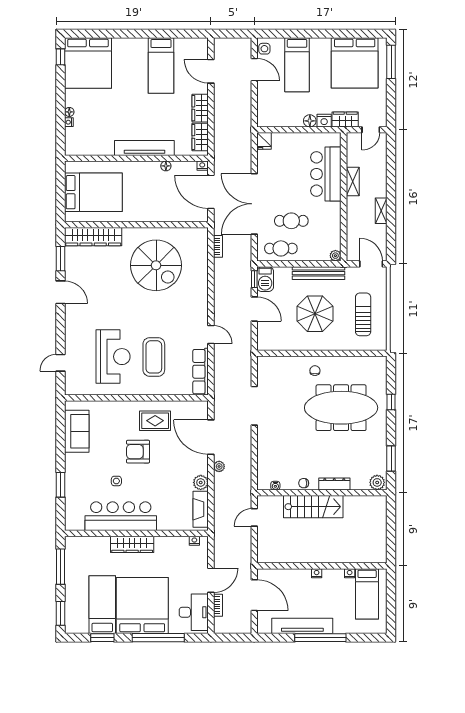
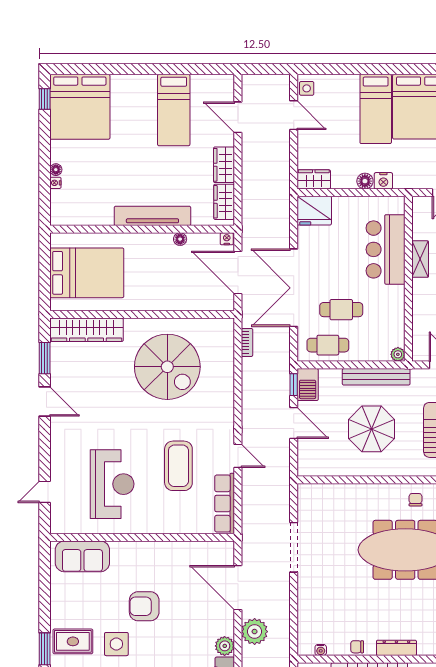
bed: (297, 65) -> (376, 109), moved
wardrobe: (345, 120) -> (314, 179), moved
fridge: (264, 141) -> (314, 211), width x1.88, depth x1.34
coffee table: (154, 357) -> (178, 466), moved
chair: (315, 371) -> (416, 500), moved
rug: (155, 421) -> (73, 641), moved
sofa: (77, 431) -> (82, 556), moved, turned 90
plant: (219, 466) -> (255, 632), width x1.87, depth x1.87
side table: (116, 481) -> (116, 644), width x1.87, depth x1.87

